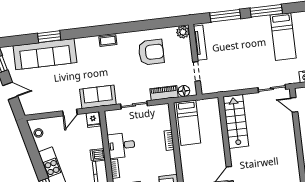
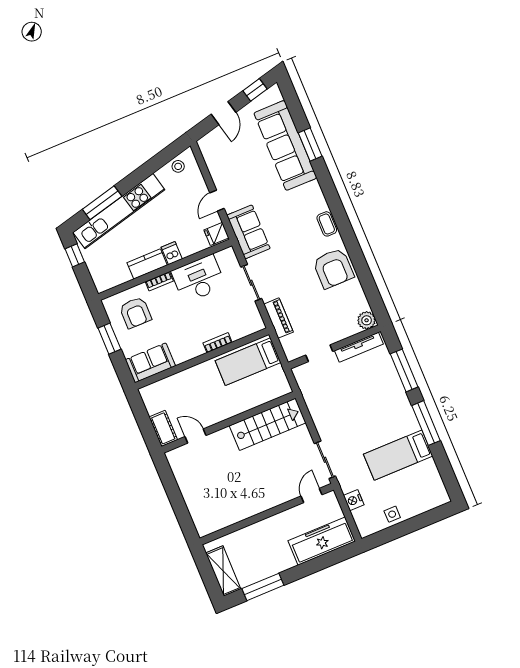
armchair: (151, 52) -> (333, 268), moved
floor lamp: (184, 91) -> (289, 344), removed
door: (70, 113) -> (217, 201), hinge flipped
desk: (121, 145) -> (199, 279), width x1.37

